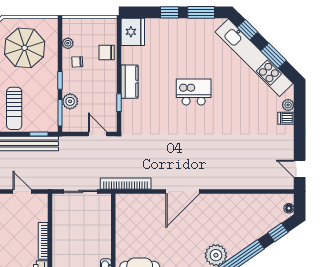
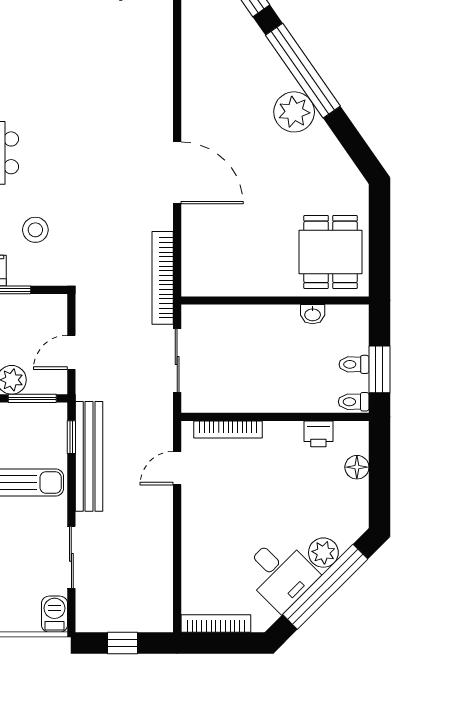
stool: (152, 114) -> (35, 230), added
door: (98, 134) -> (71, 352), moved
bookcase: (43, 241) -> (228, 430), moved

